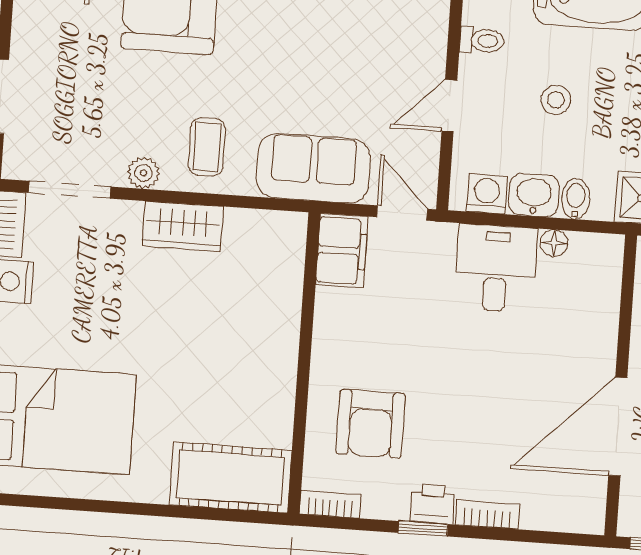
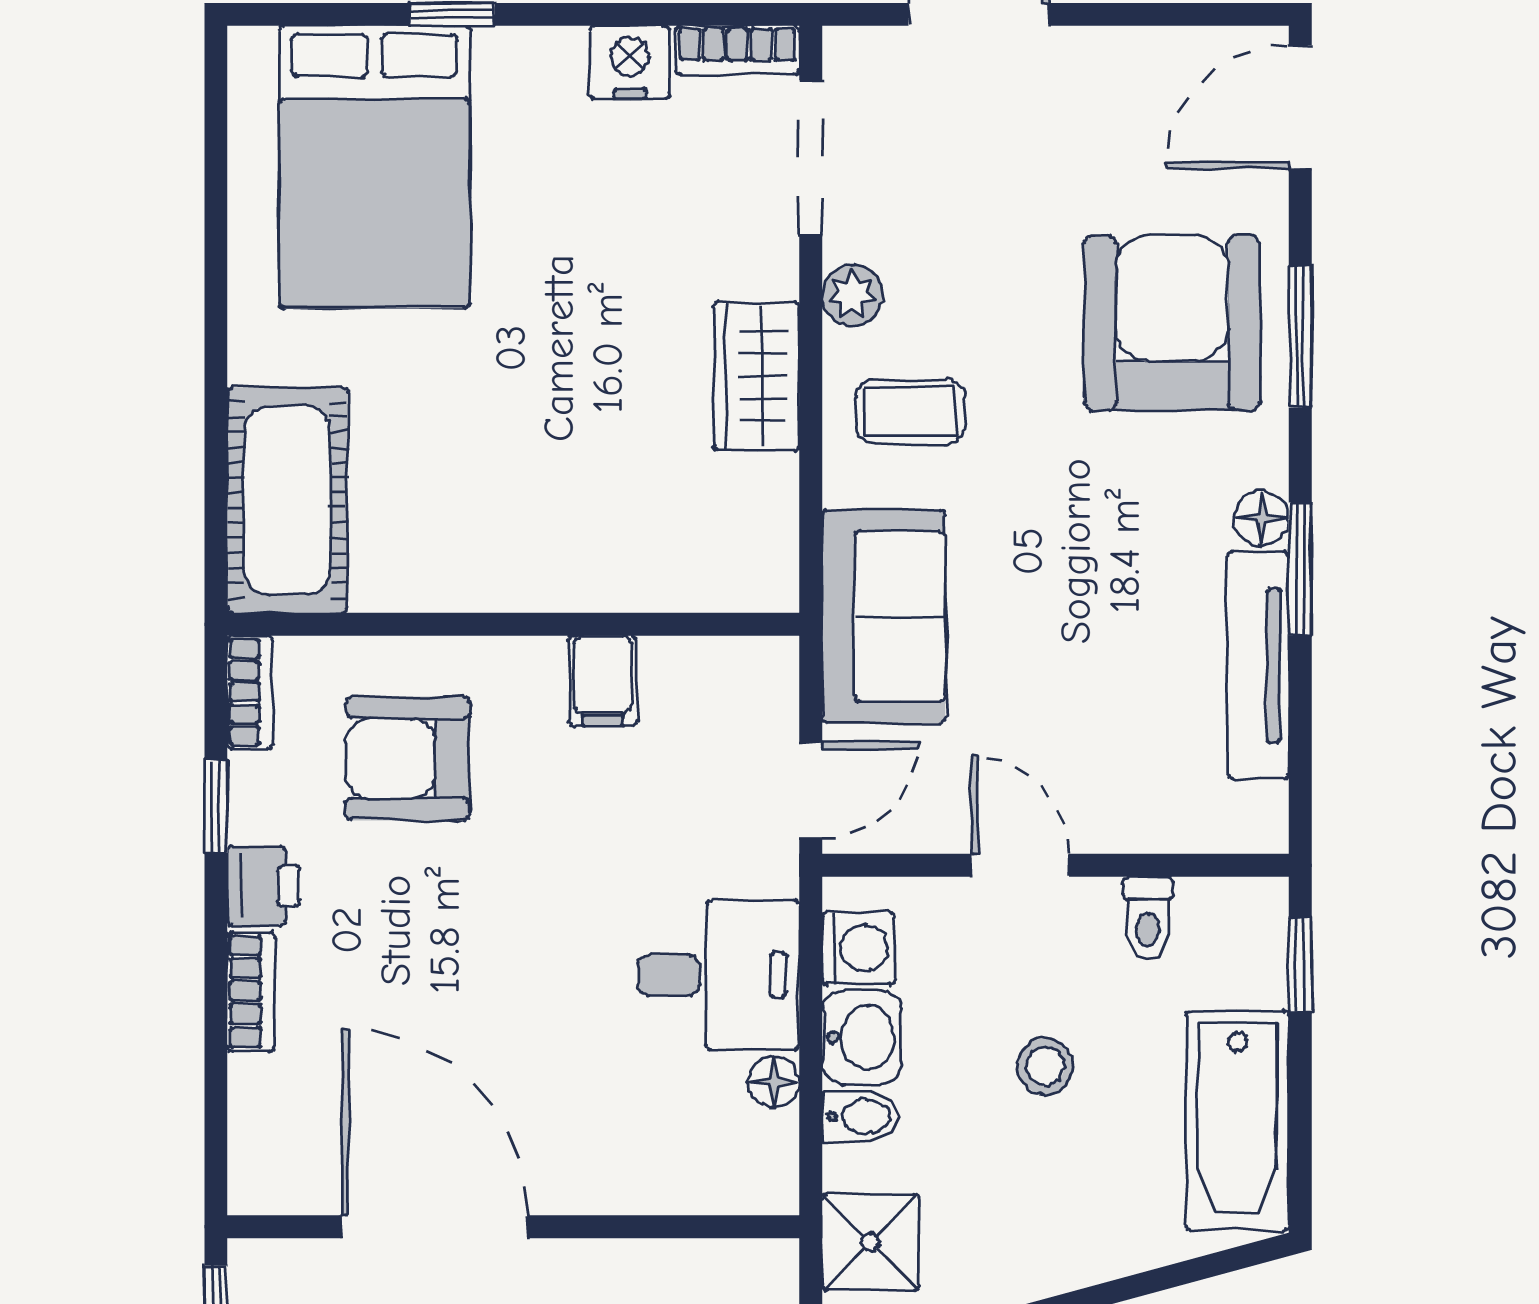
filing cabinet: (342, 251) -> (603, 681), moved, width x0.50
window: (423, 529) -> (216, 807), moved

